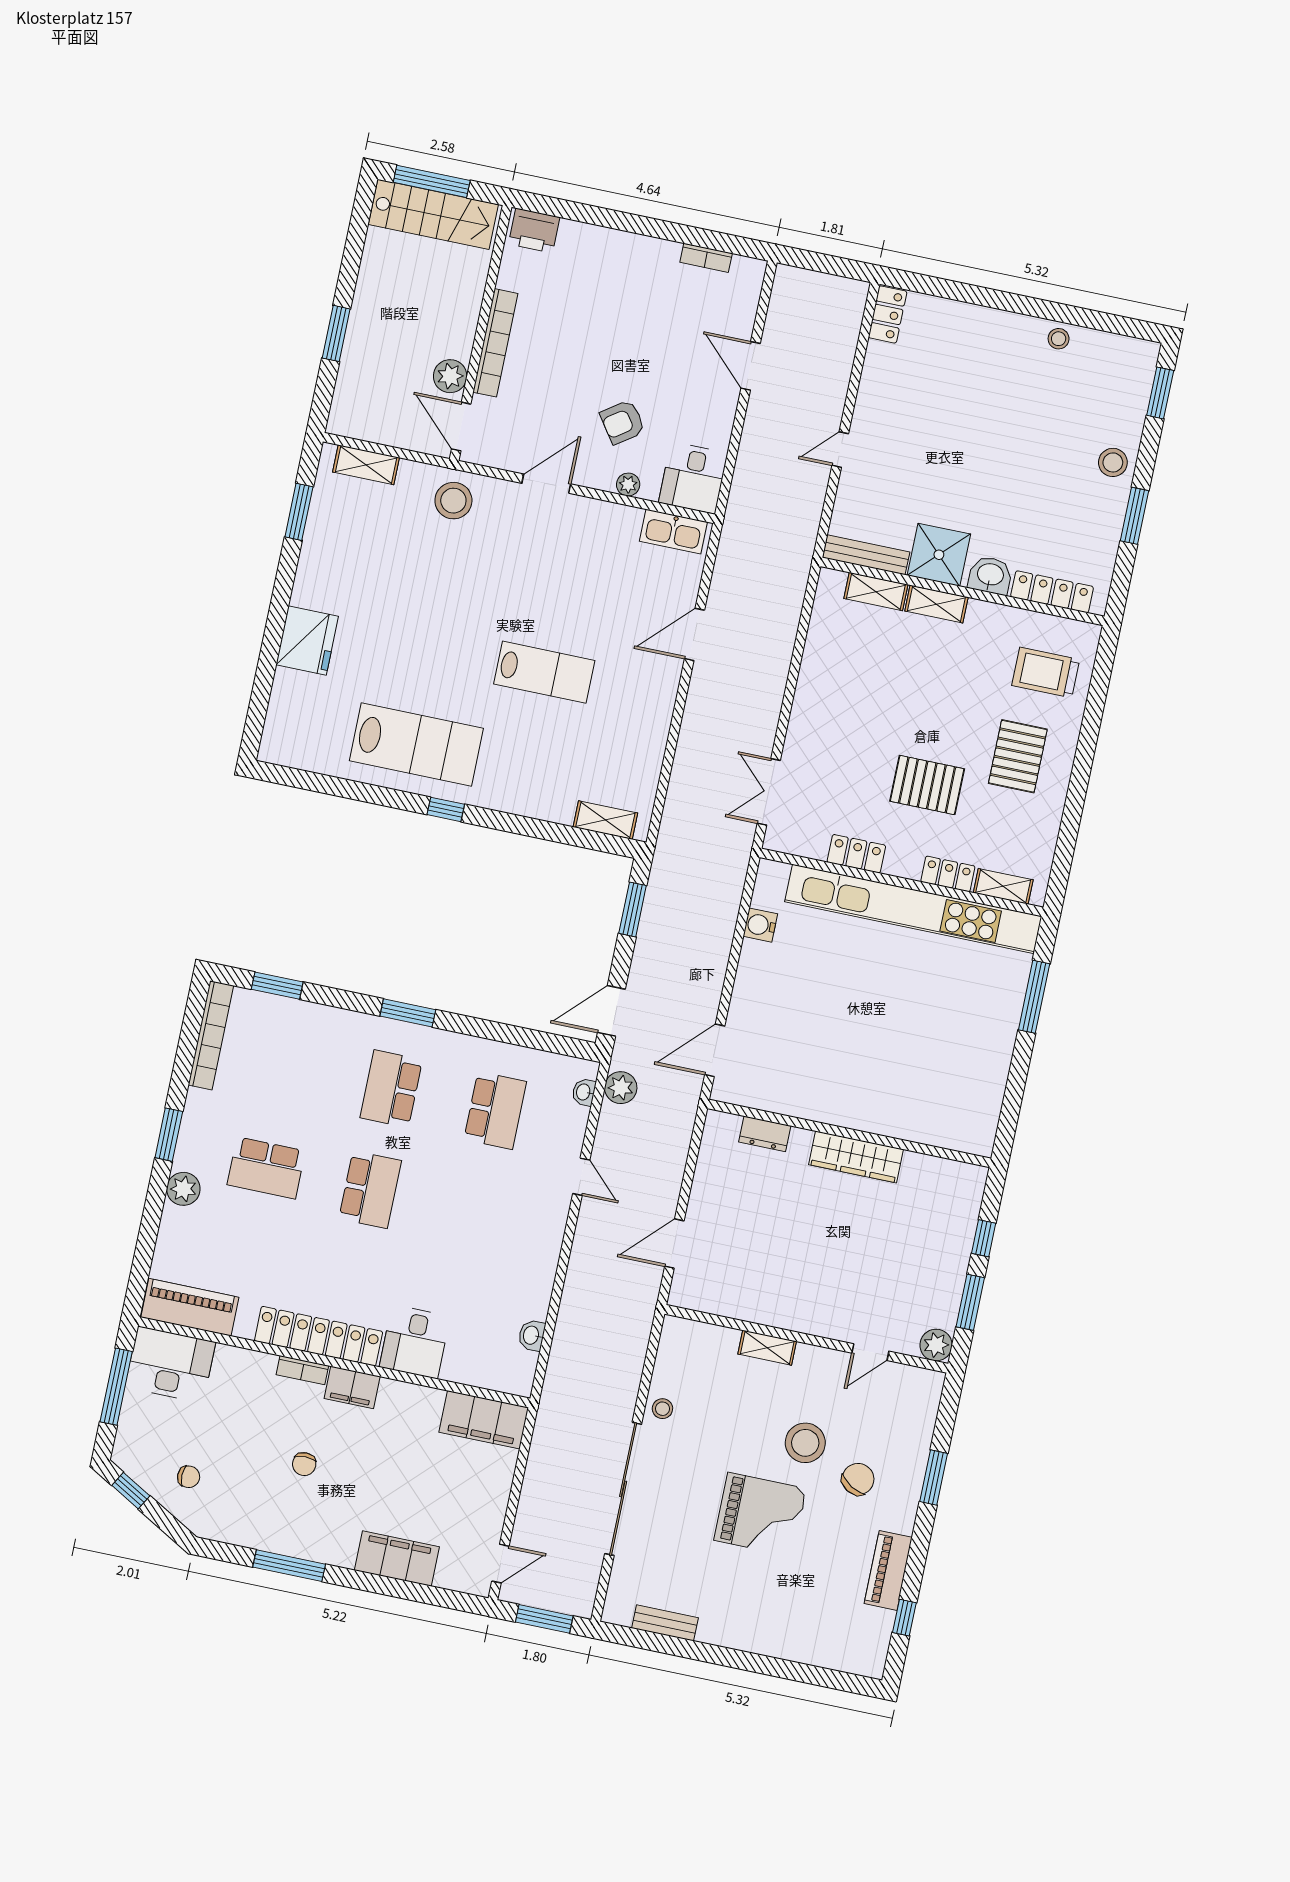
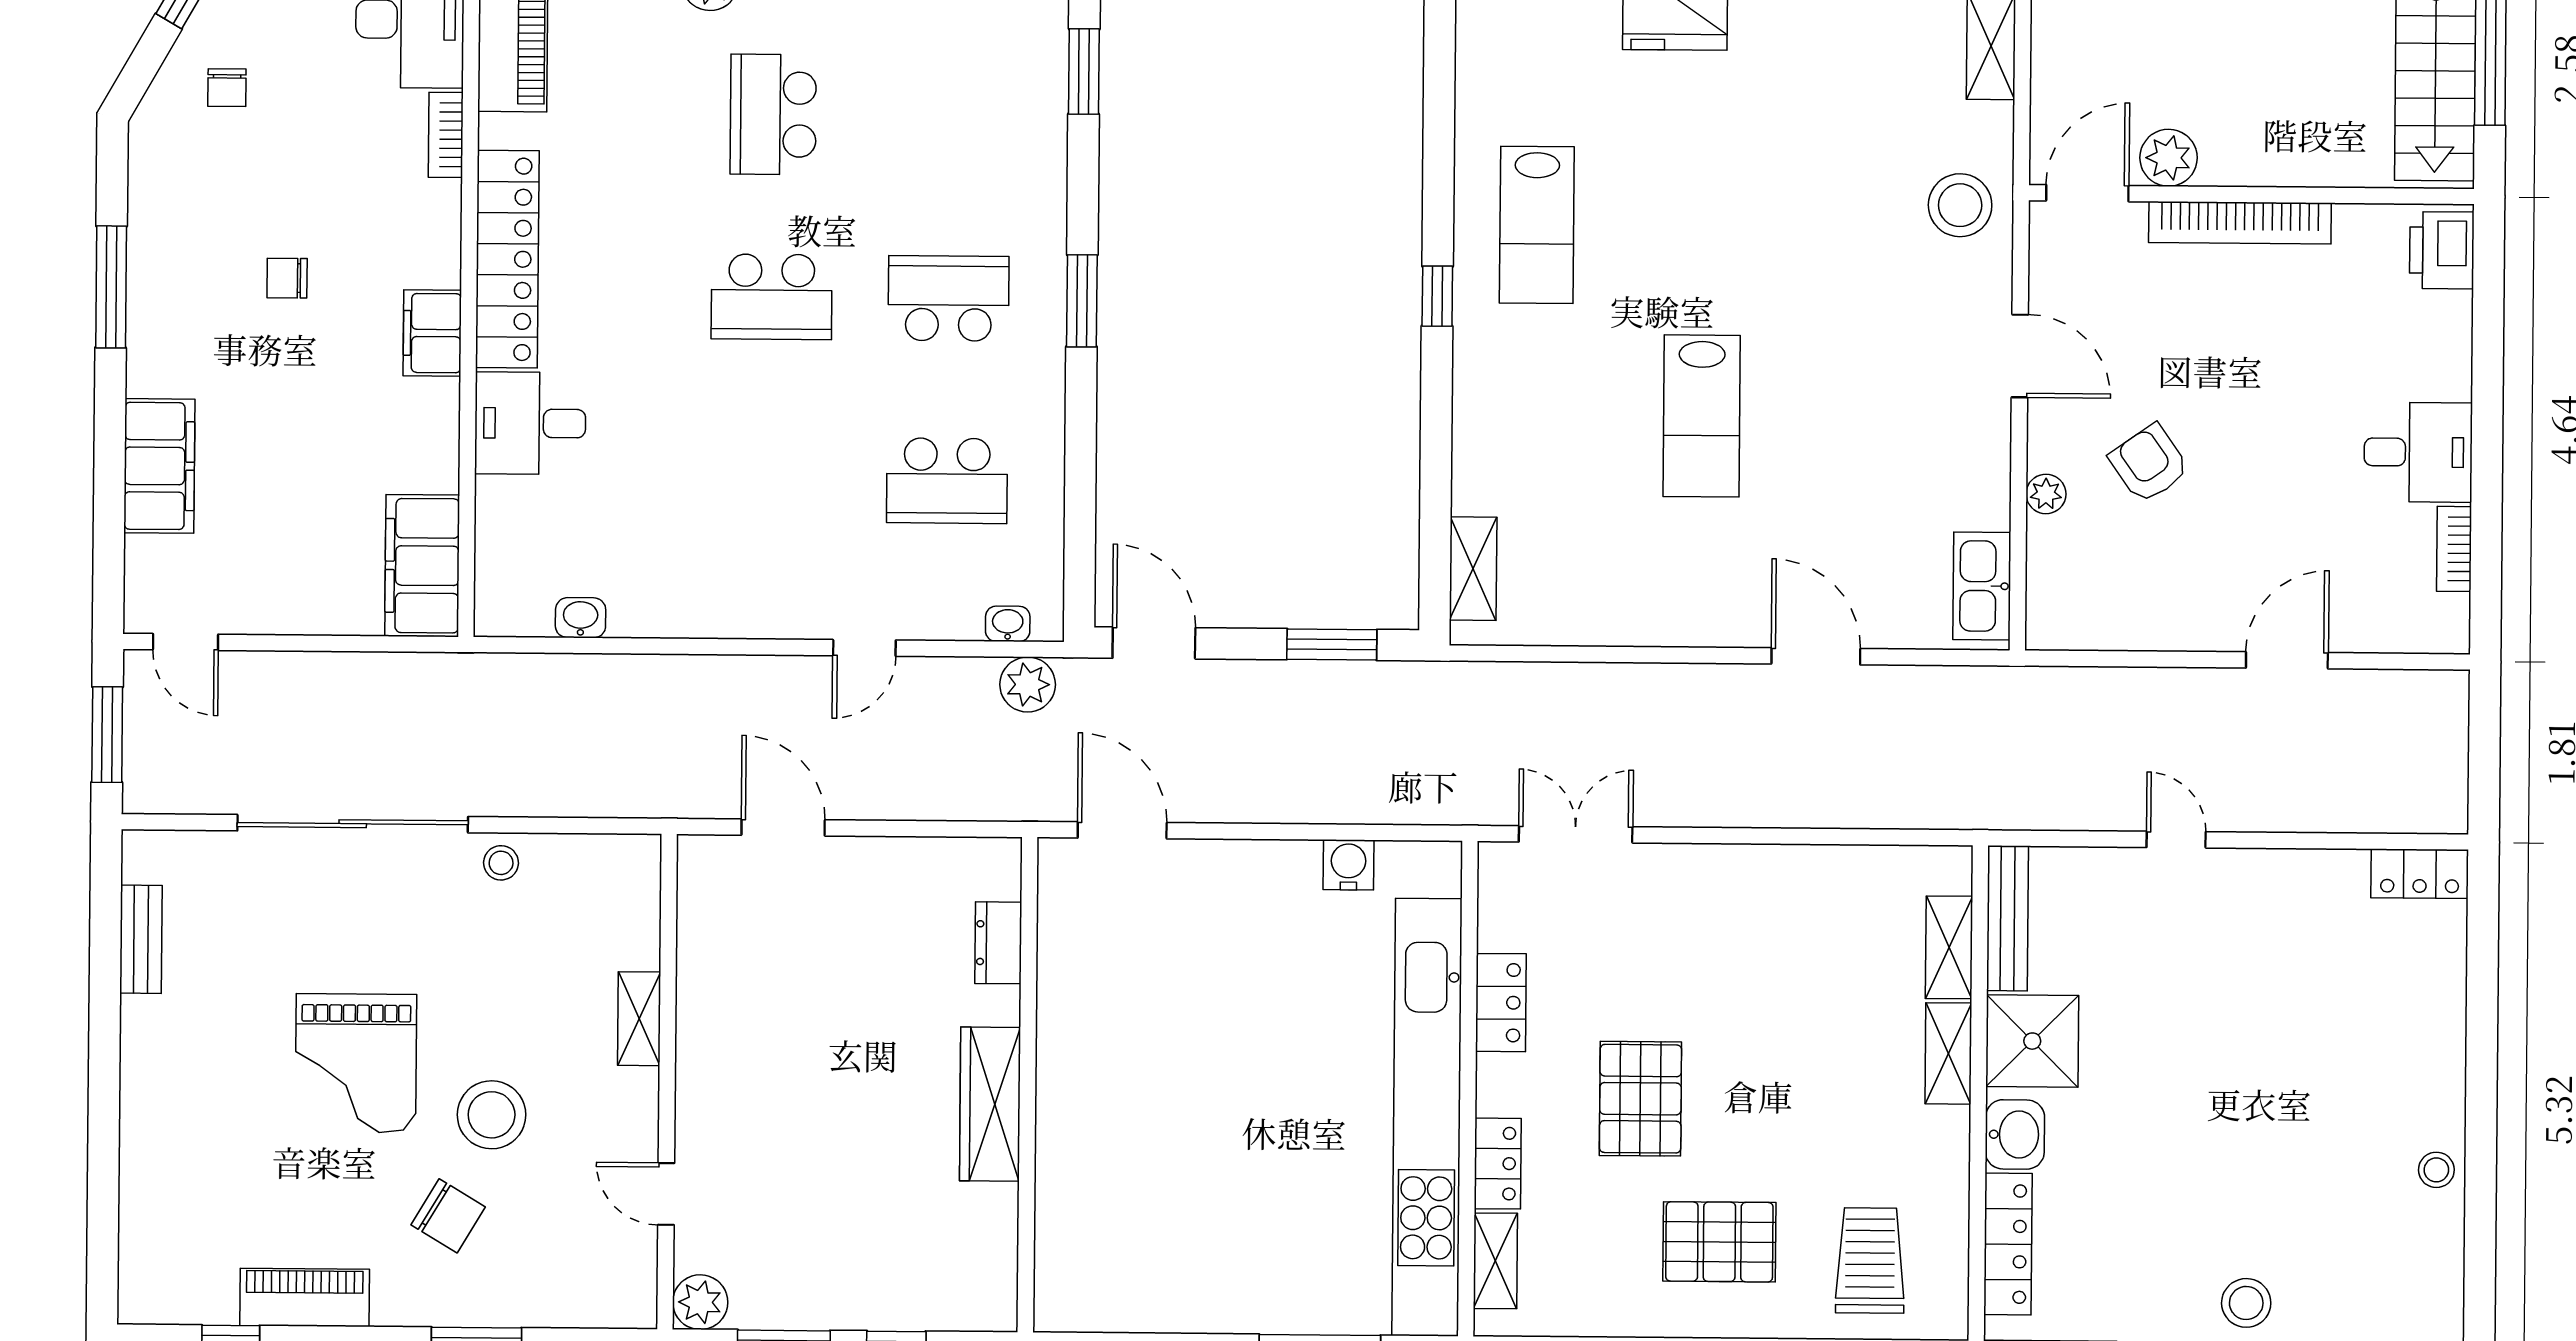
desk: (693, 478) -> (2418, 452), moved, turned 180
lab bench: (416, 745) -> (1537, 225), width x0.73, depth x0.72
bookcase: (302, 1370) -> (446, 135), moved

